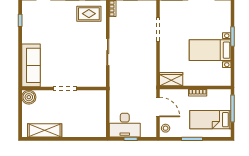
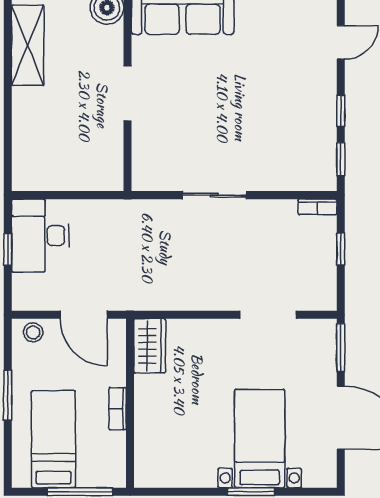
rug: (89, 14) -> (305, 150), removed
bed with nightstands: (210, 50) -> (260, 439), moved
door: (158, 107) -> (84, 315), hinge flipped

